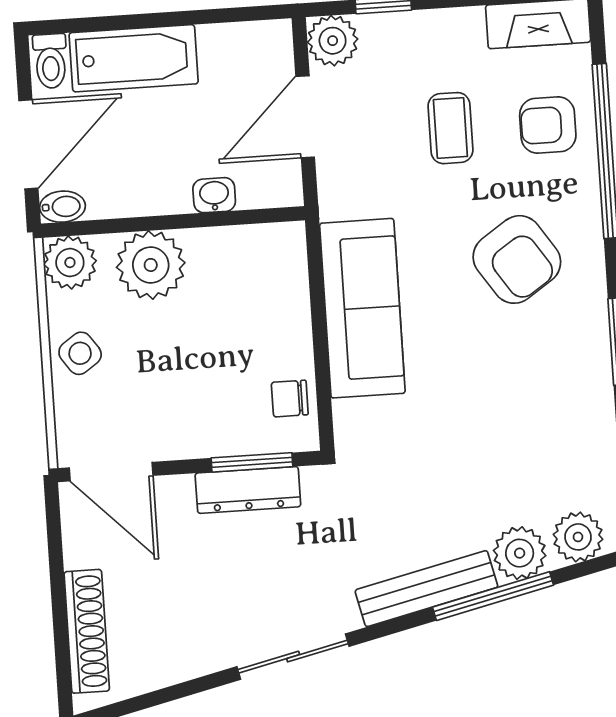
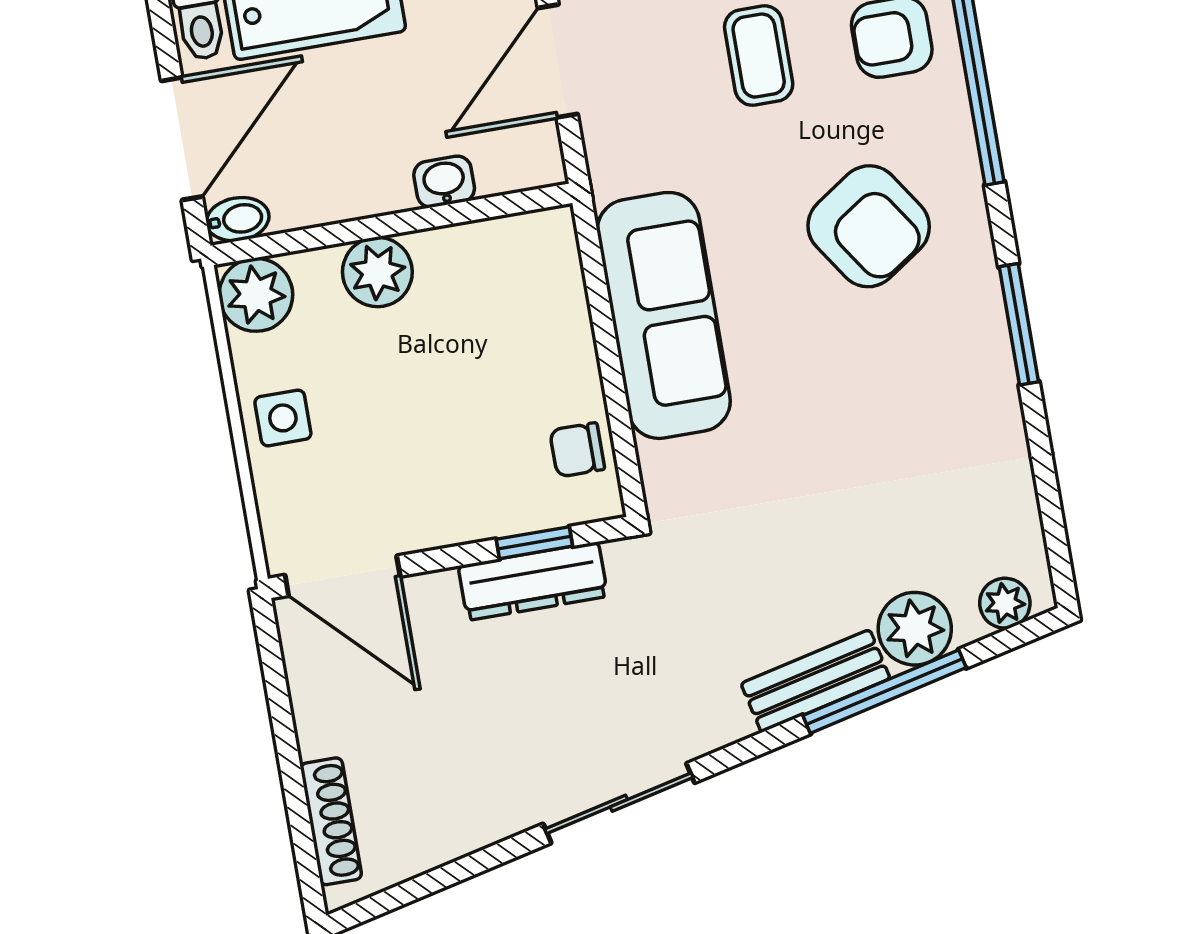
plant: (151, 265) -> (377, 272), width x0.73, depth x0.73
side table: (80, 353) -> (283, 418), turned 35
window: (252, 462) -> (534, 543), width x0.67
plant: (578, 537) -> (1005, 603), width x0.73, depth x0.73
bench: (426, 589) -> (816, 681), width x0.73
shoe rack: (87, 631) -> (331, 821), width x0.74, depth x0.81

